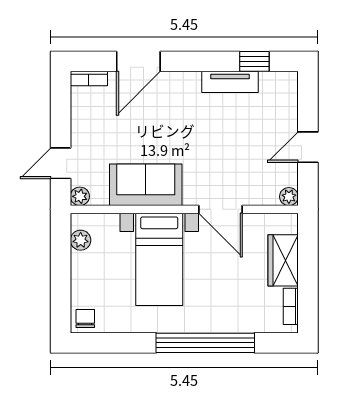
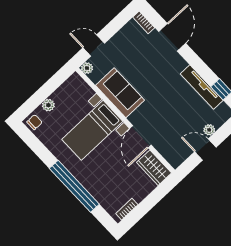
door: (138, 61) -> (172, 37), swing flipped
tv unit: (230, 82) -> (202, 87), width x1.41
plant: (289, 197) -> (209, 130), moved
plant: (81, 240) -> (48, 105), moved
wardrobe: (283, 260) -> (154, 168), moved, turned -90

